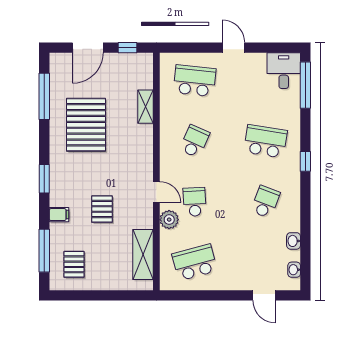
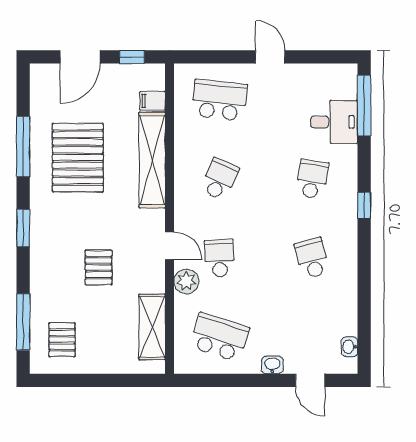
desk: (284, 71) -> (334, 122), moved, turned 90
window: (44, 96) -> (23, 147), moved
shelving: (146, 107) -> (152, 160), width x2.20, depth x1.33
school desk: (265, 141) -> (312, 179), width x0.54
school desk: (265, 202) -> (312, 258), turned -36
filing cabinet: (59, 215) -> (153, 101), moved, turned 180
washbasin: (294, 241) -> (272, 365), moved, turned 90
school desk: (195, 262) -> (219, 337), turned 33

